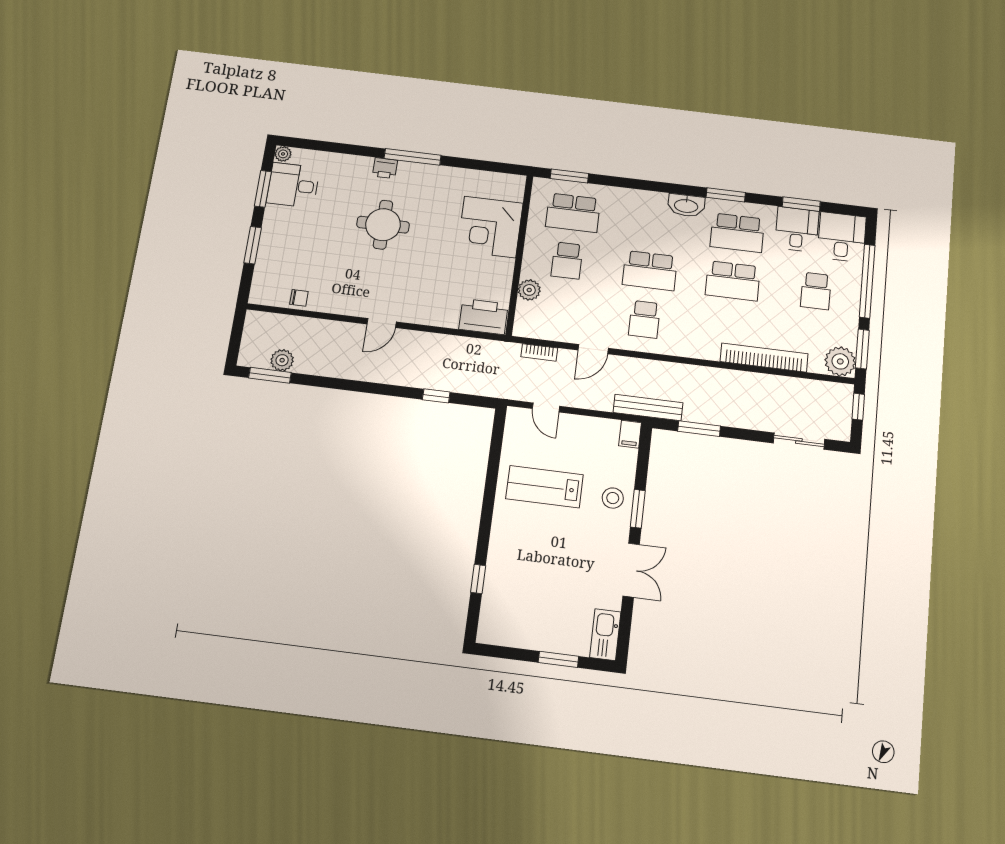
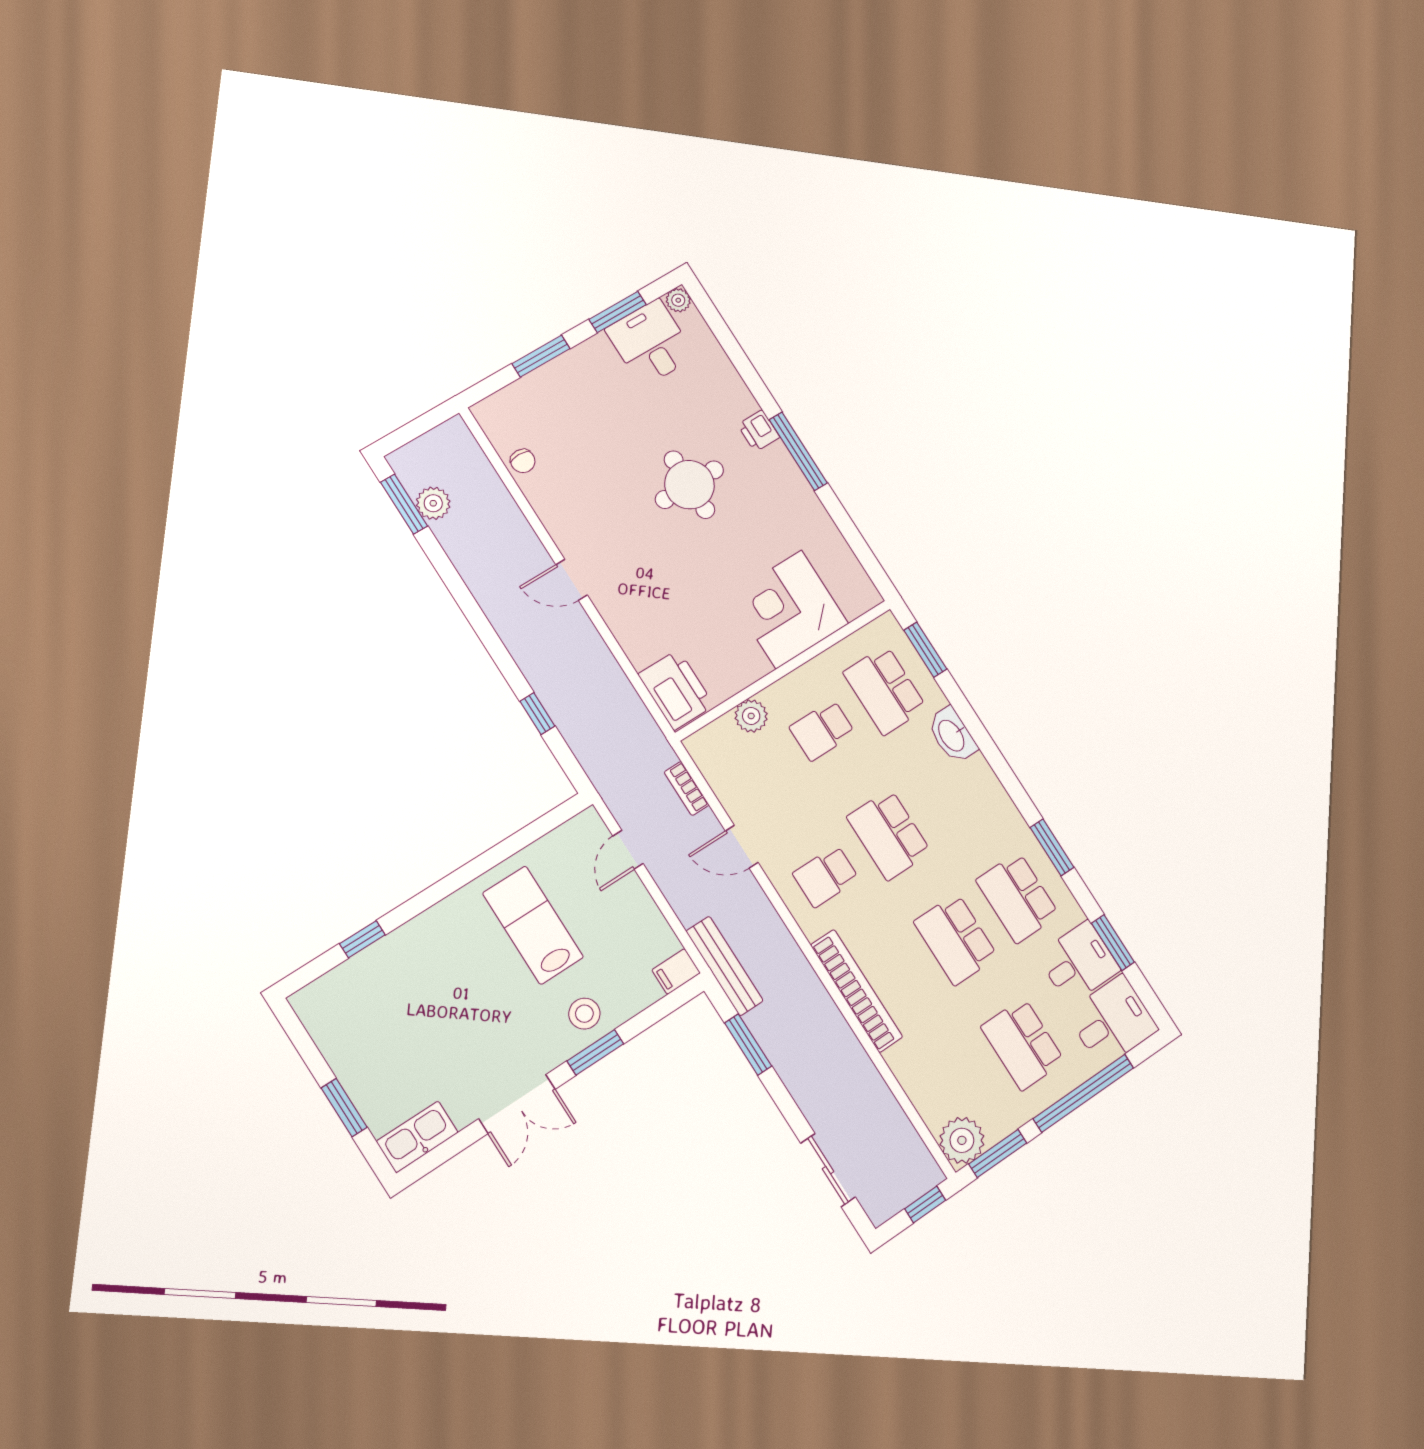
washbasin: (686, 205) -> (952, 735), moved
school desk: (816, 291) -> (1023, 1044), width x1.85
bookcase: (764, 358) -> (857, 991), moved

